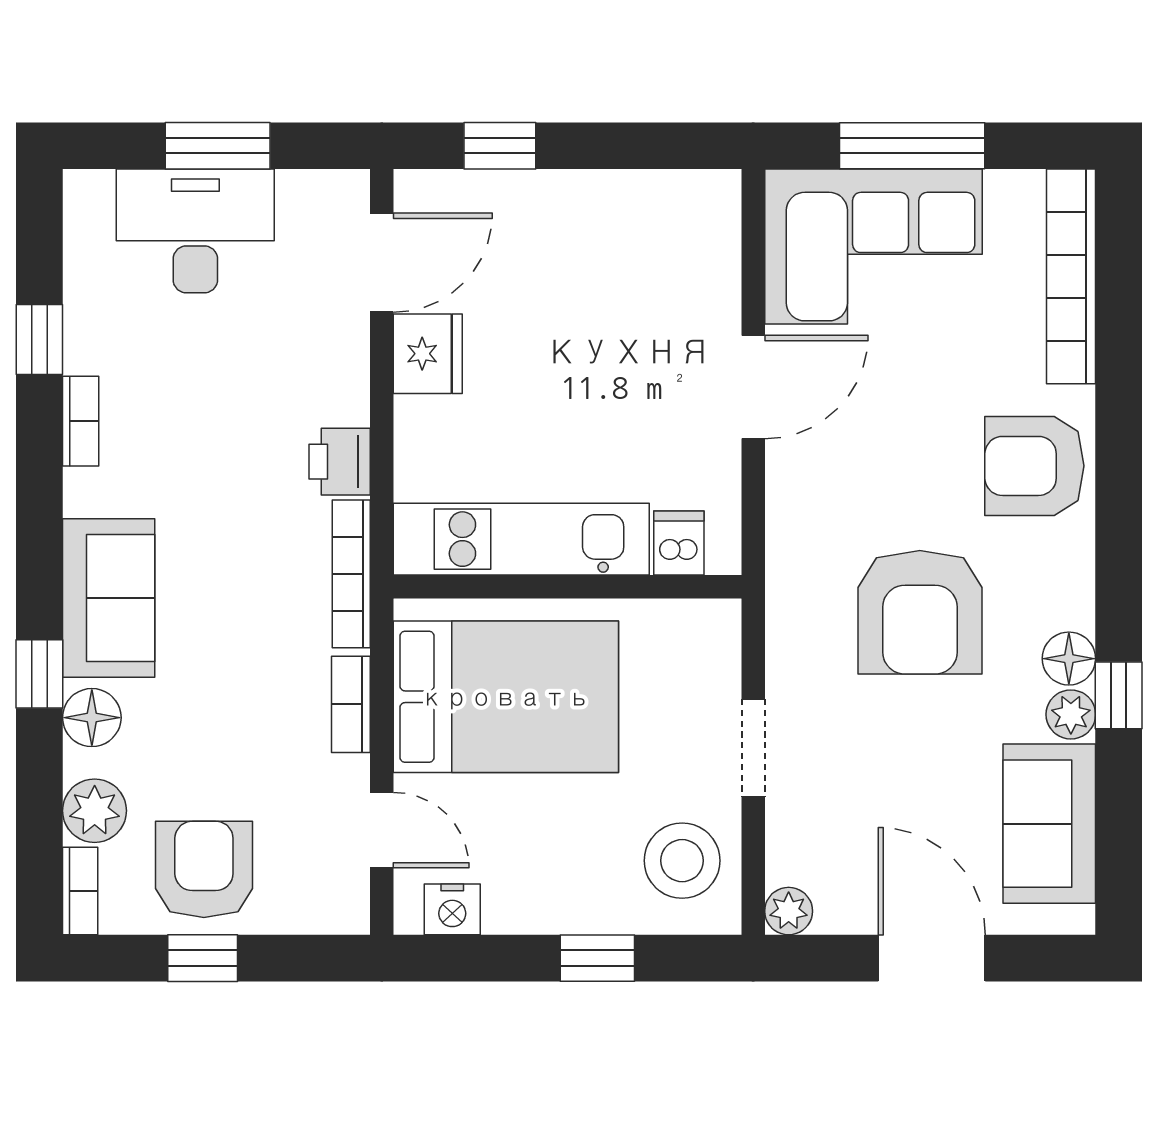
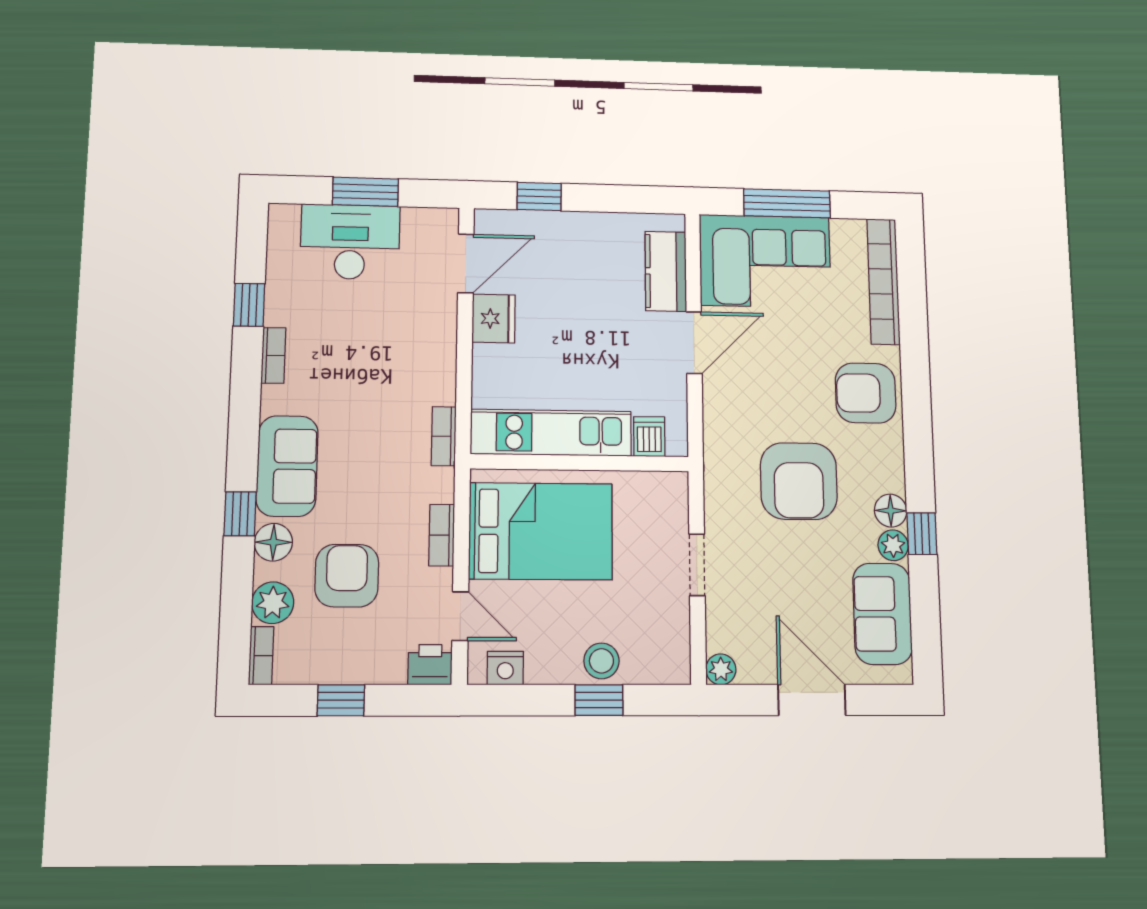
kitchen counter: (708, 268) -> (666, 271), added
printer: (340, 462) -> (430, 665), moved, turned 90
bookcase: (351, 574) -> (444, 436), width x0.64
stool: (682, 861) -> (601, 661), moved, width x0.73, depth x0.73
armchair: (204, 869) -> (347, 576), moved

